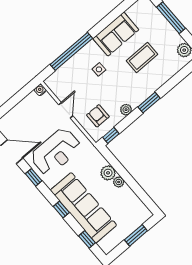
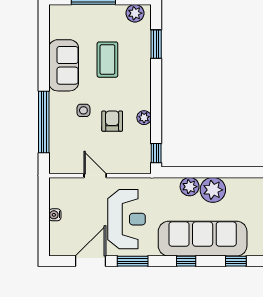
water cooler: (40, 90) -> (55, 215), moved
window: (149, 103) -> (156, 44), moved
armchair: (98, 116) -> (112, 121), moved, turned 90
window: (34, 177) -> (133, 261), width x1.50
plant: (119, 182) -> (213, 190), width x1.87, depth x1.87

